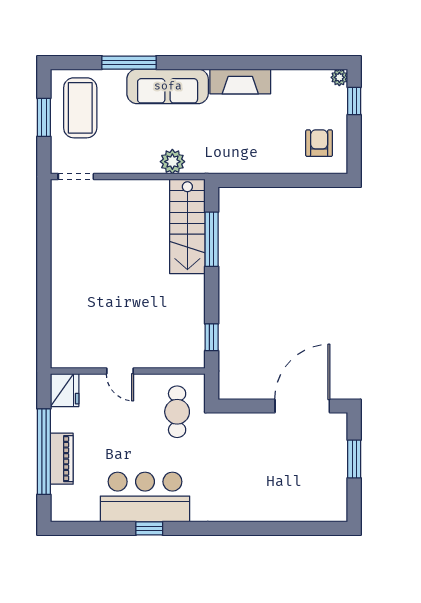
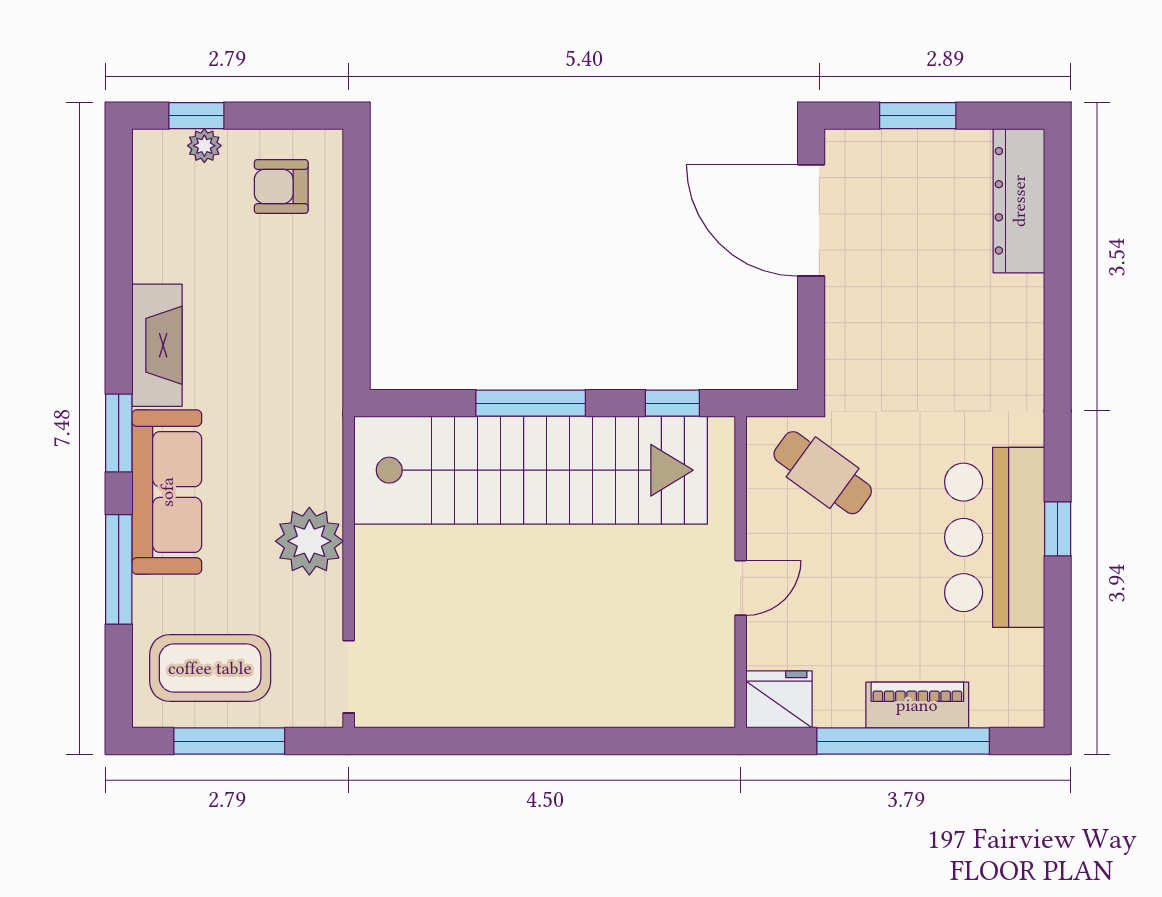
window: (197, 63) -> (119, 433), added
plant: (339, 77) -> (204, 146), moved
window: (44, 117) -> (229, 741), width x1.44
plant: (172, 162) -> (309, 541), moved, width x1.36, depth x1.36
stairs: (187, 226) -> (531, 470), width x1.86, depth x1.51
window: (212, 239) -> (531, 403), moved
cafe table: (177, 412) -> (823, 473), turned 36
dresser: (312, 509) -> (1019, 201), added

